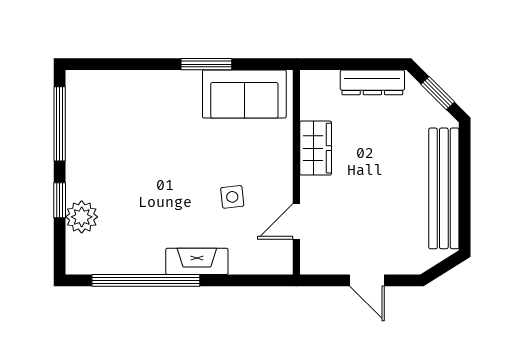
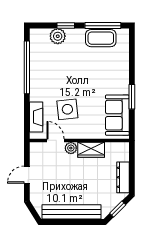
coffee table: (86, 128) -> (101, 38), added
plant: (312, 190) -> (71, 148), added
side table: (232, 197) -> (67, 109), width x1.87, depth x1.87
fireplace: (197, 261) -> (36, 117), moved

